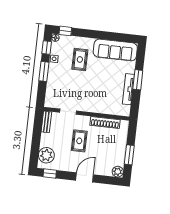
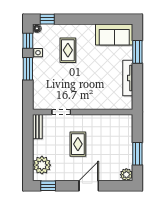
sofa: (115, 50) -> (114, 34), width x0.73
window: (138, 80) -> (137, 52), moved
shoe rack: (105, 122) -> (105, 120), removed

